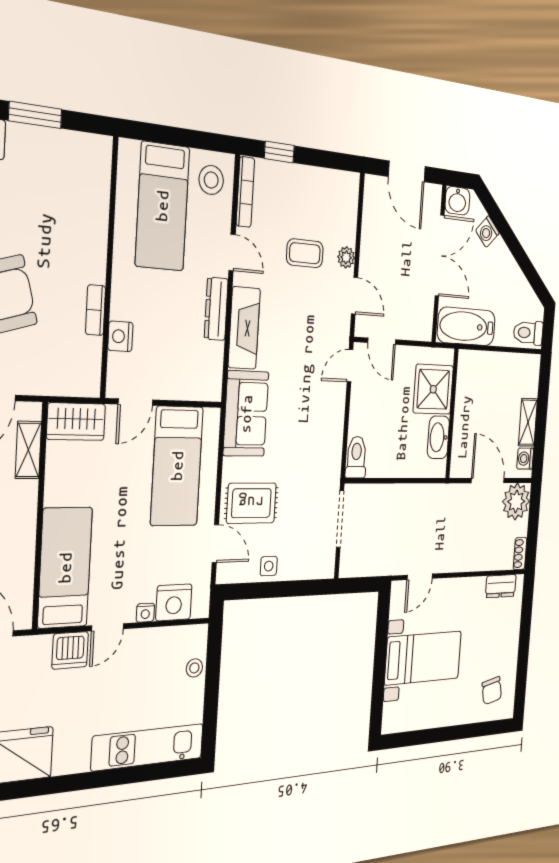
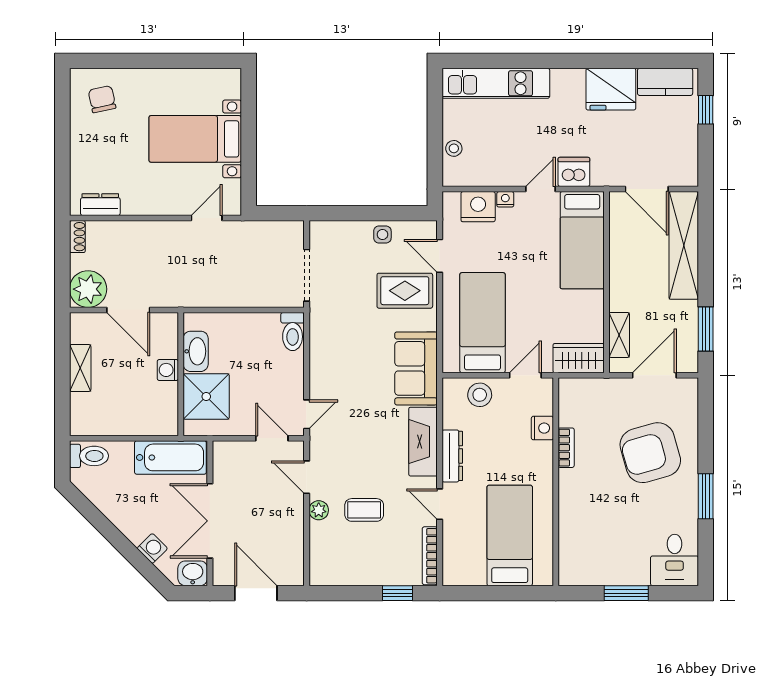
stool: (211, 180) -> (480, 395), moved
washing machine: (525, 459) -> (168, 370), moved, turned 180

